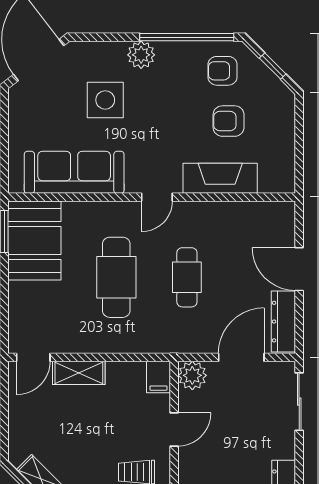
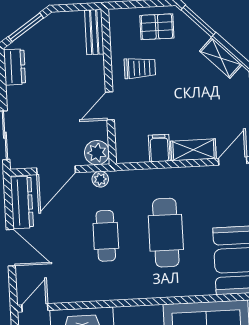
door: (157, 197) -> (35, 308), moved
plant: (190, 344) -> (100, 179), added
filing cabinet: (158, 377) -> (159, 148), moved

